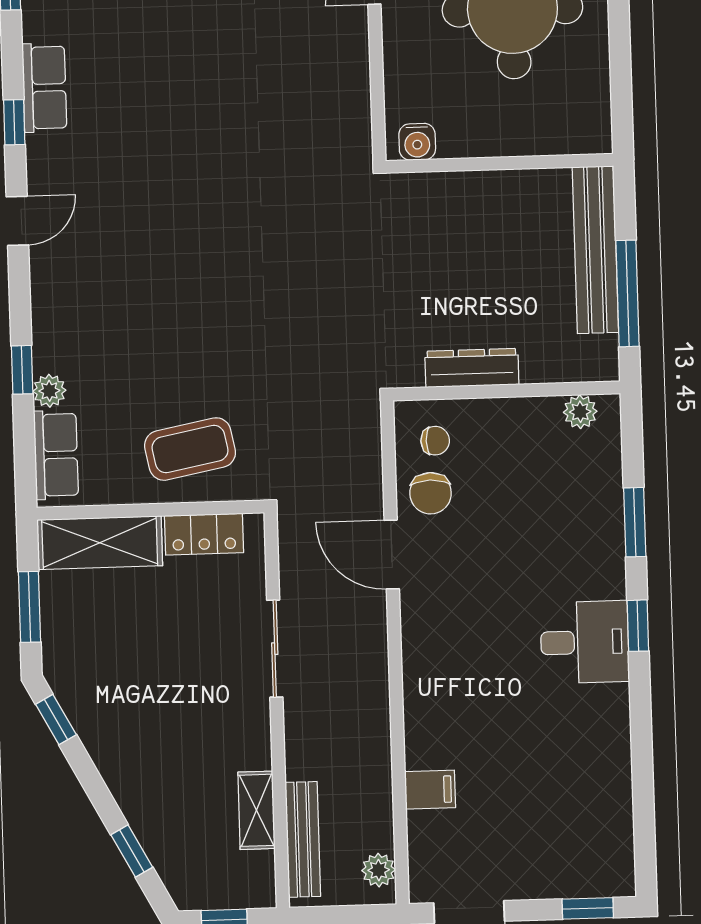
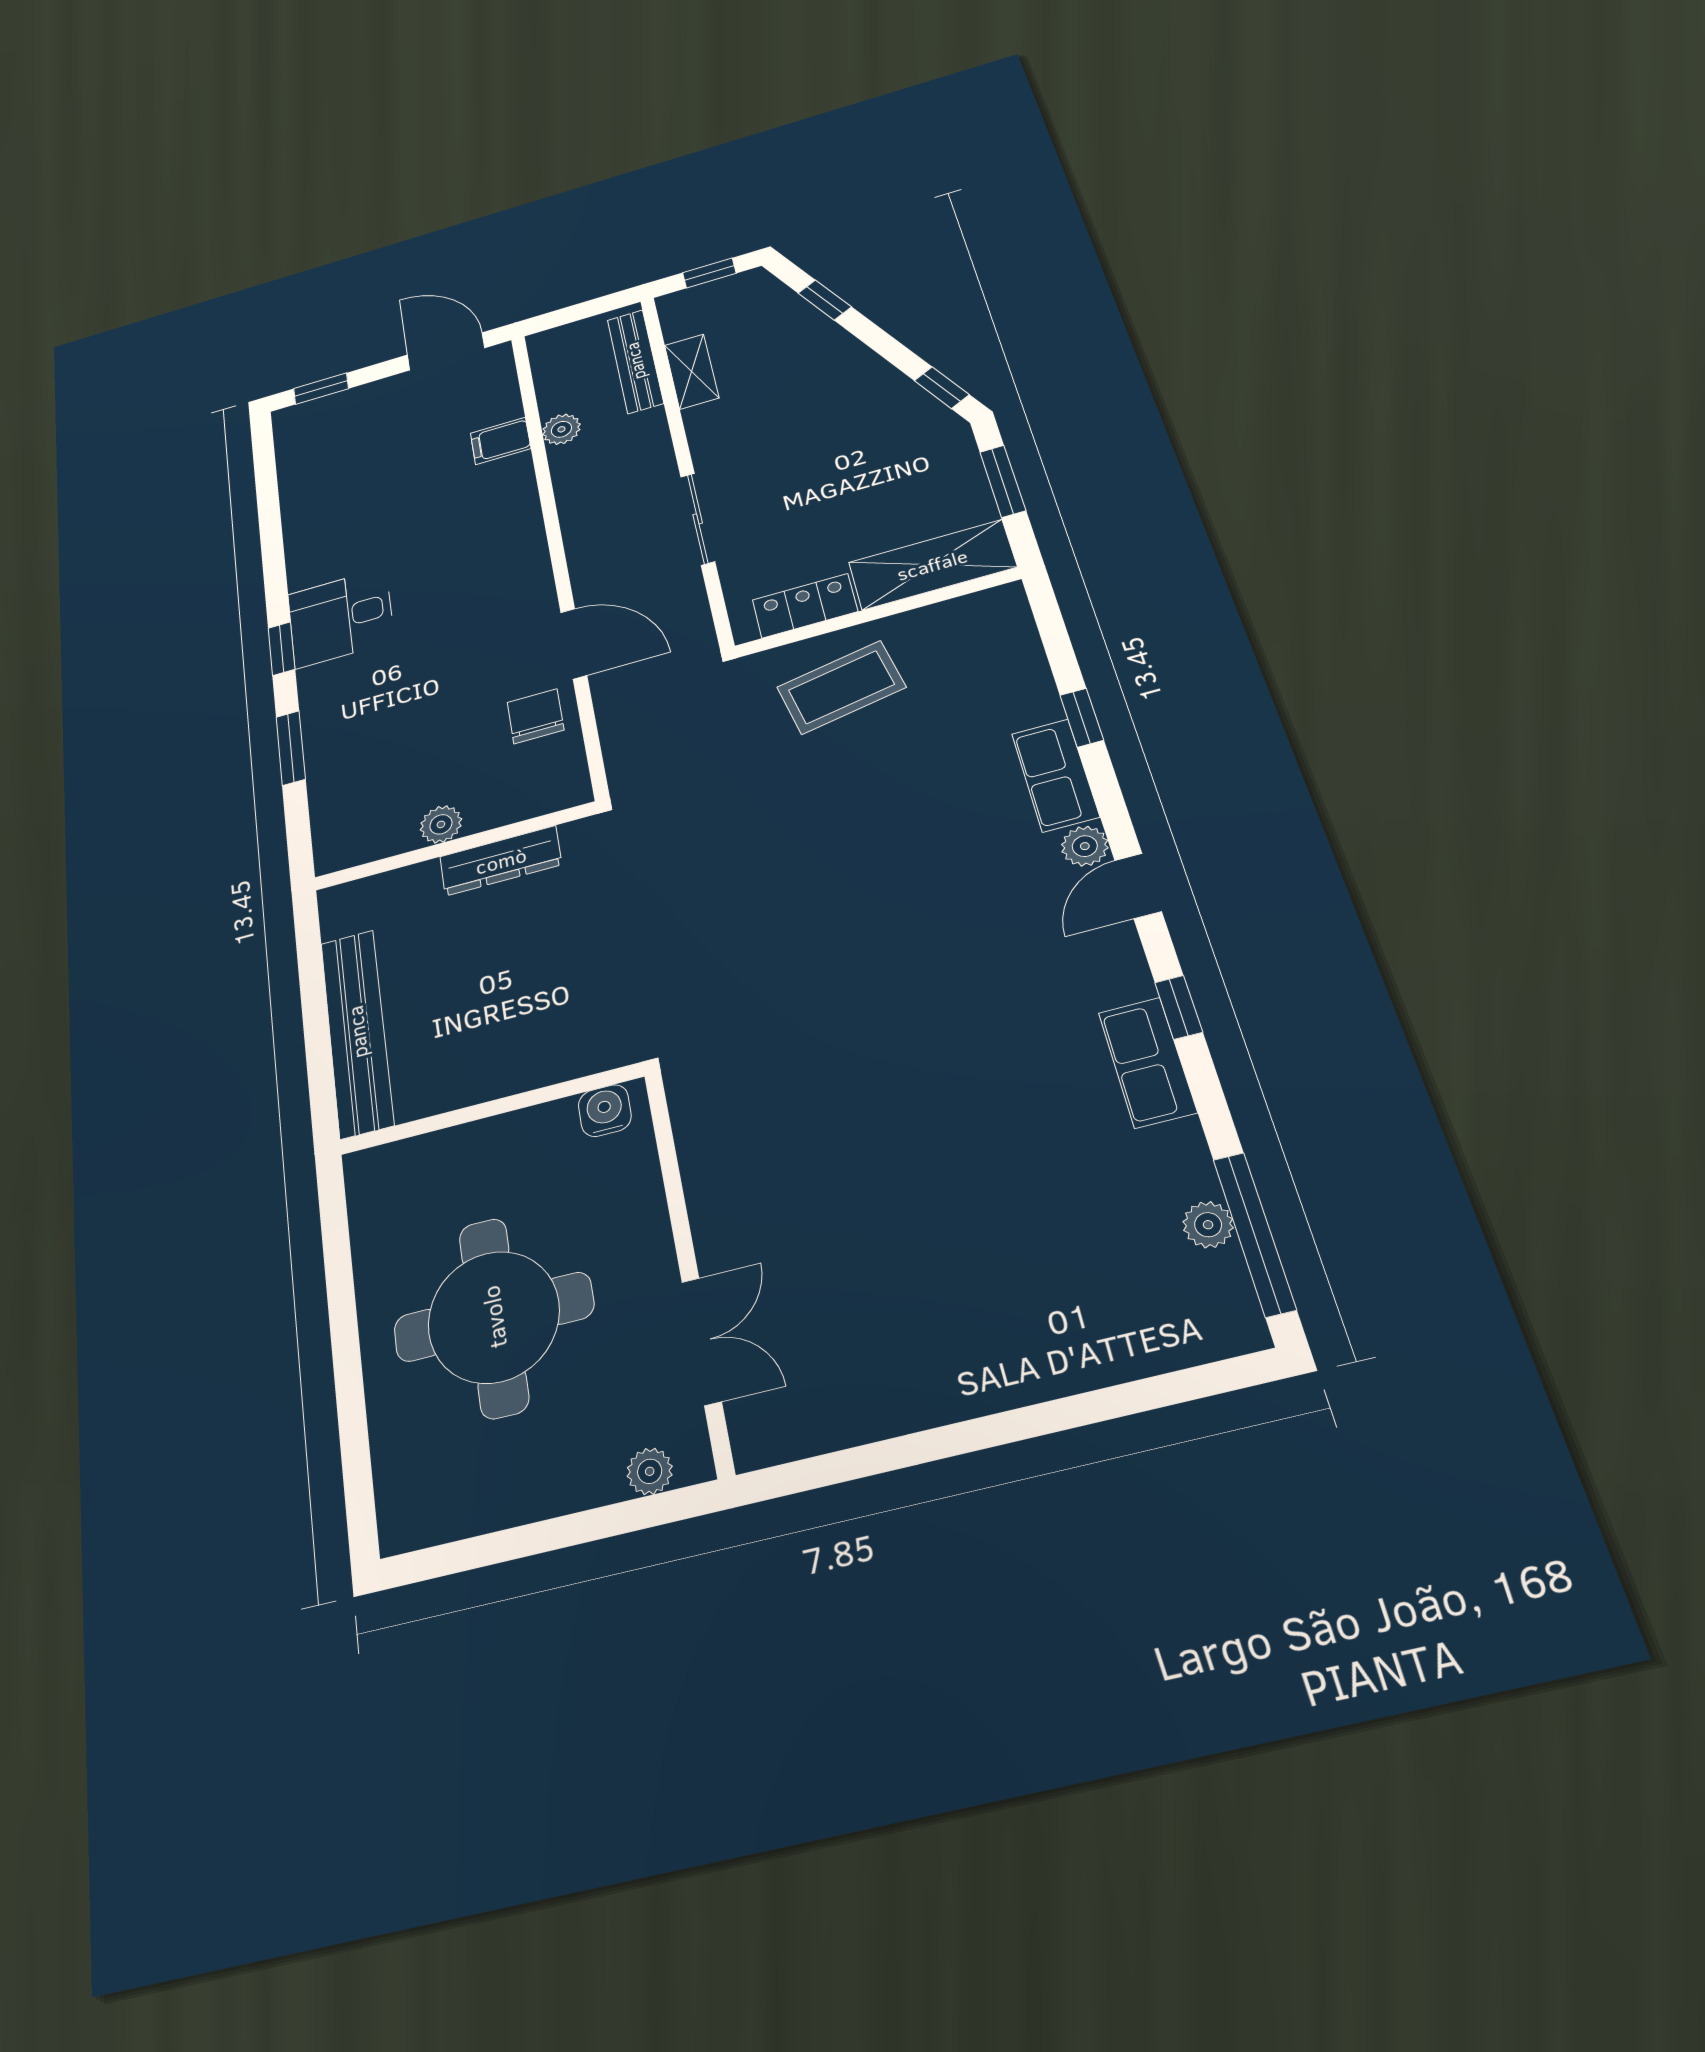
window: (627, 293) -> (313, 991), removed
plant: (49, 391) -> (1085, 846), moved
plant: (580, 412) -> (441, 824), moved
chair: (435, 441) -> (537, 772), removed
row of seats: (56, 455) -> (1055, 775), moved
plant: (379, 870) -> (561, 429), moved

